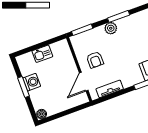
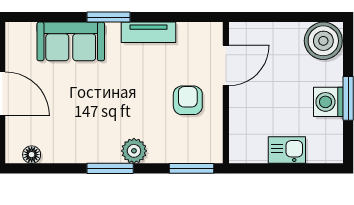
tv unit: (110, 89) -> (149, 32), moved
boiler: (42, 114) -> (323, 41), width x1.86, depth x1.86

